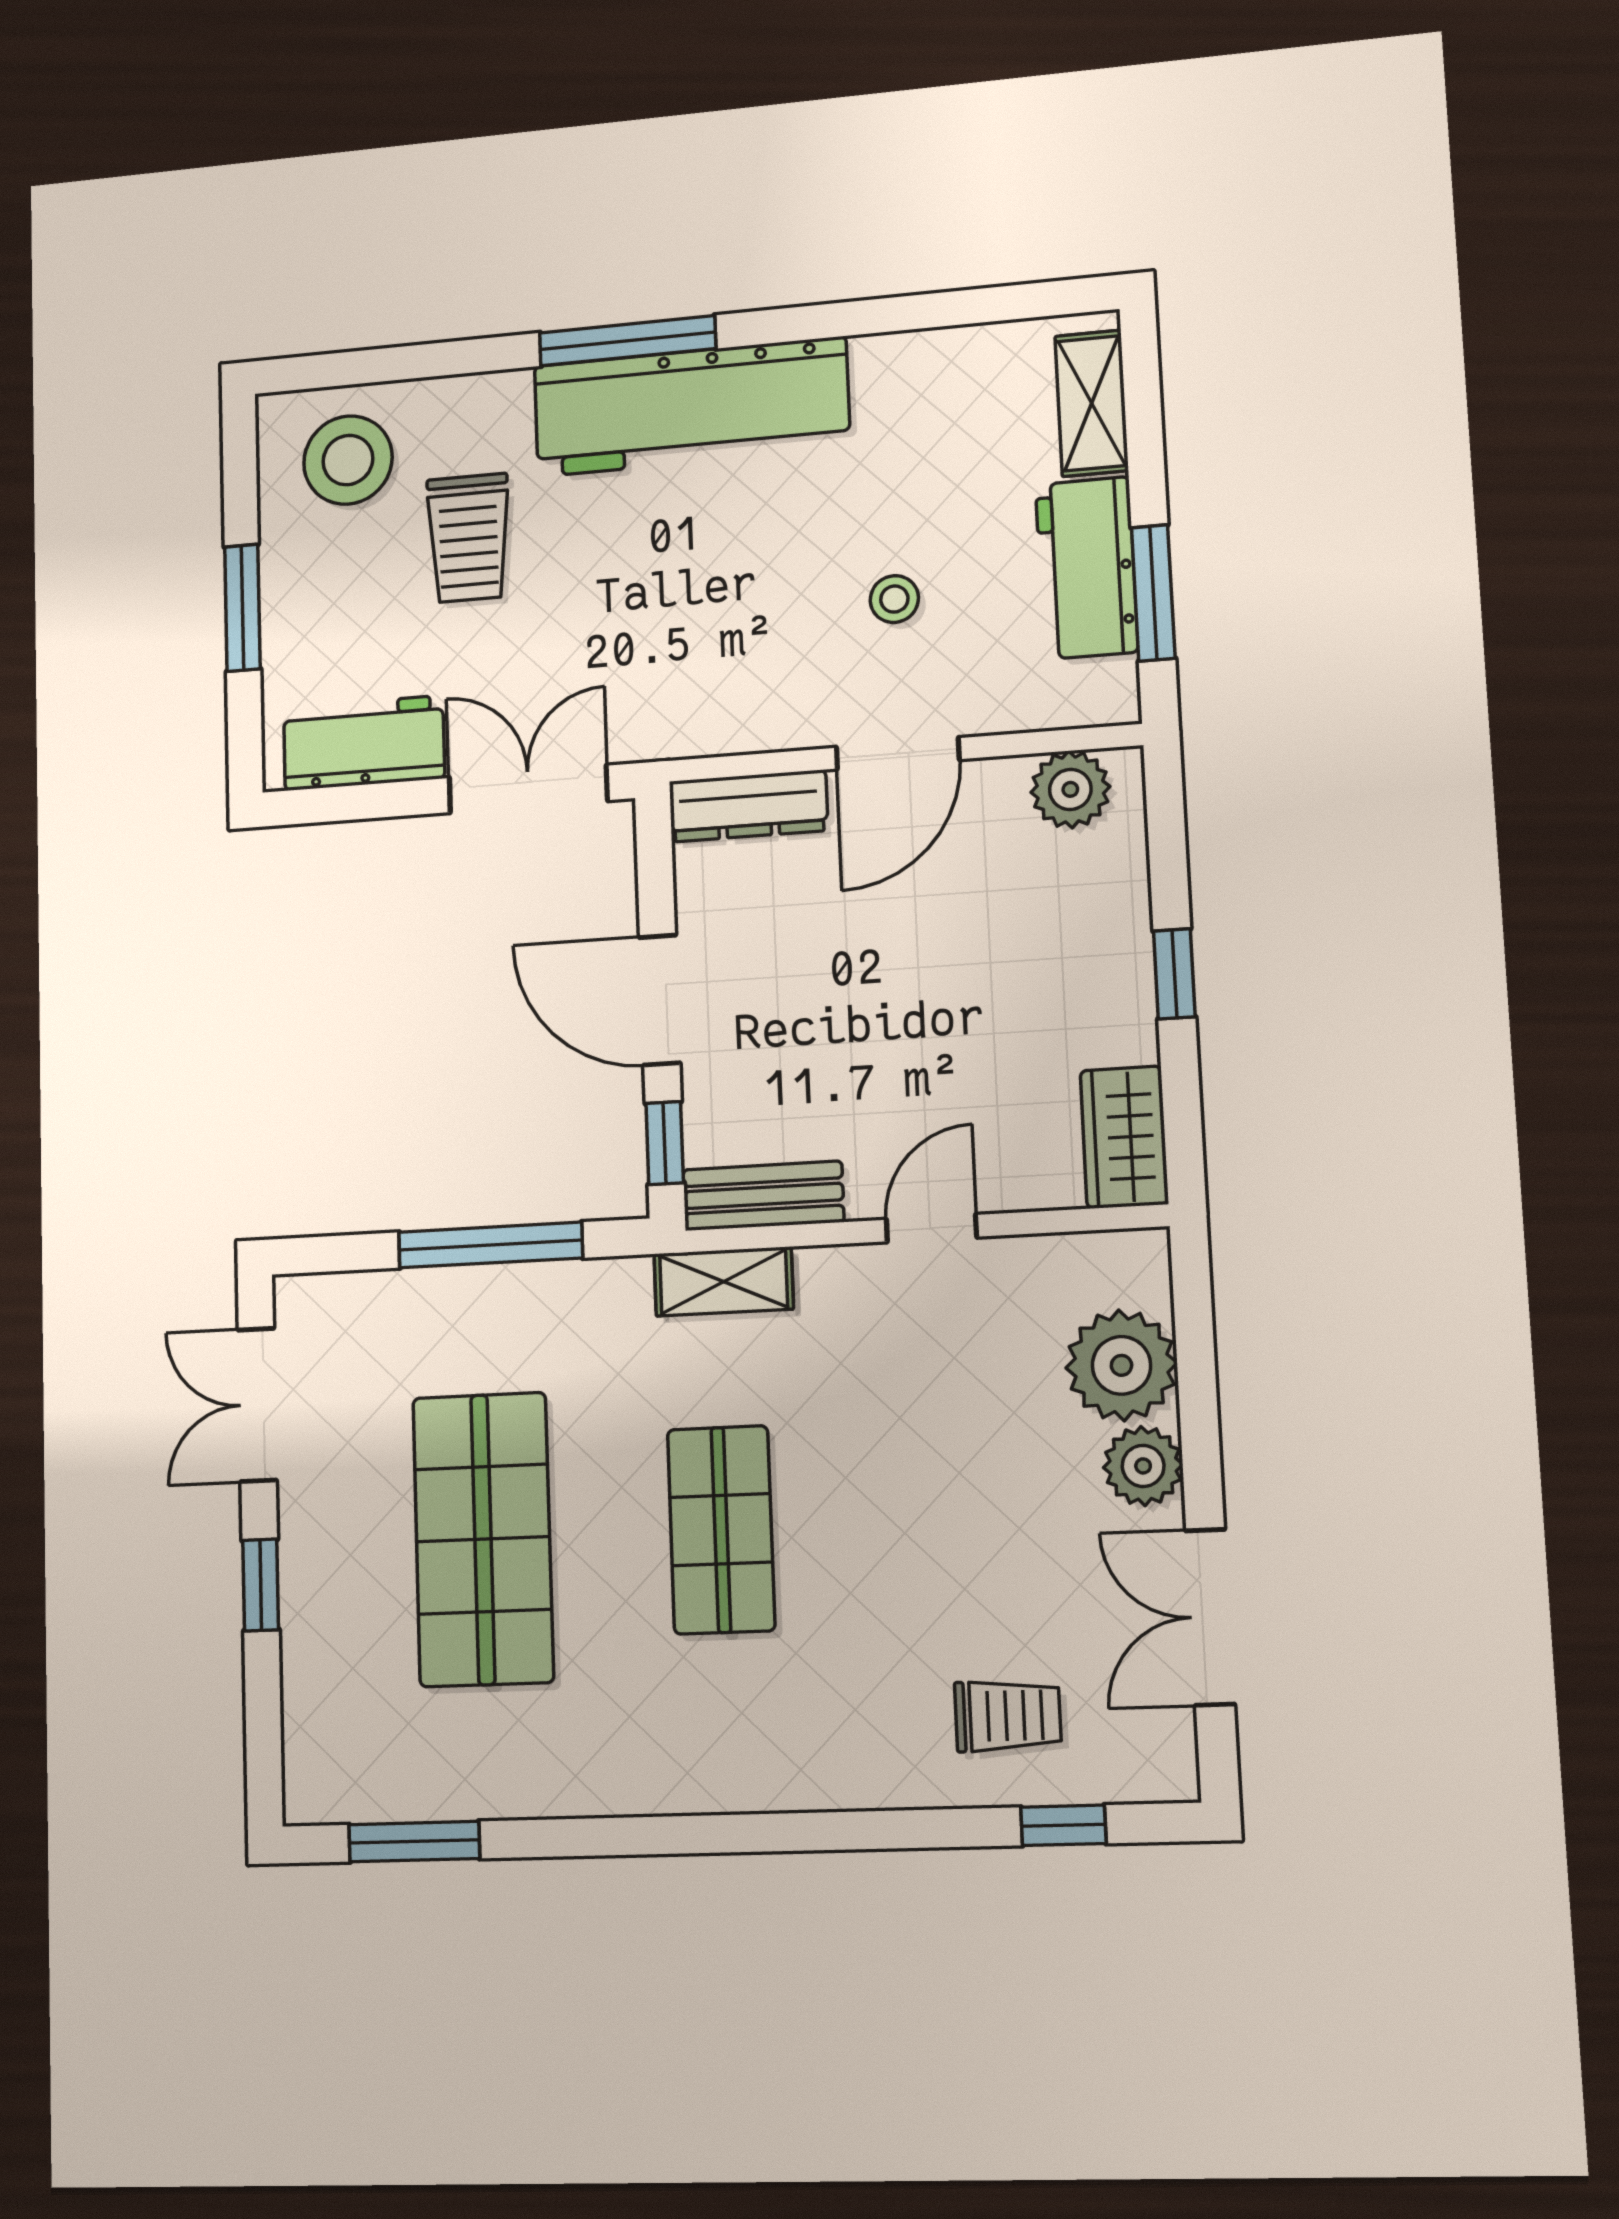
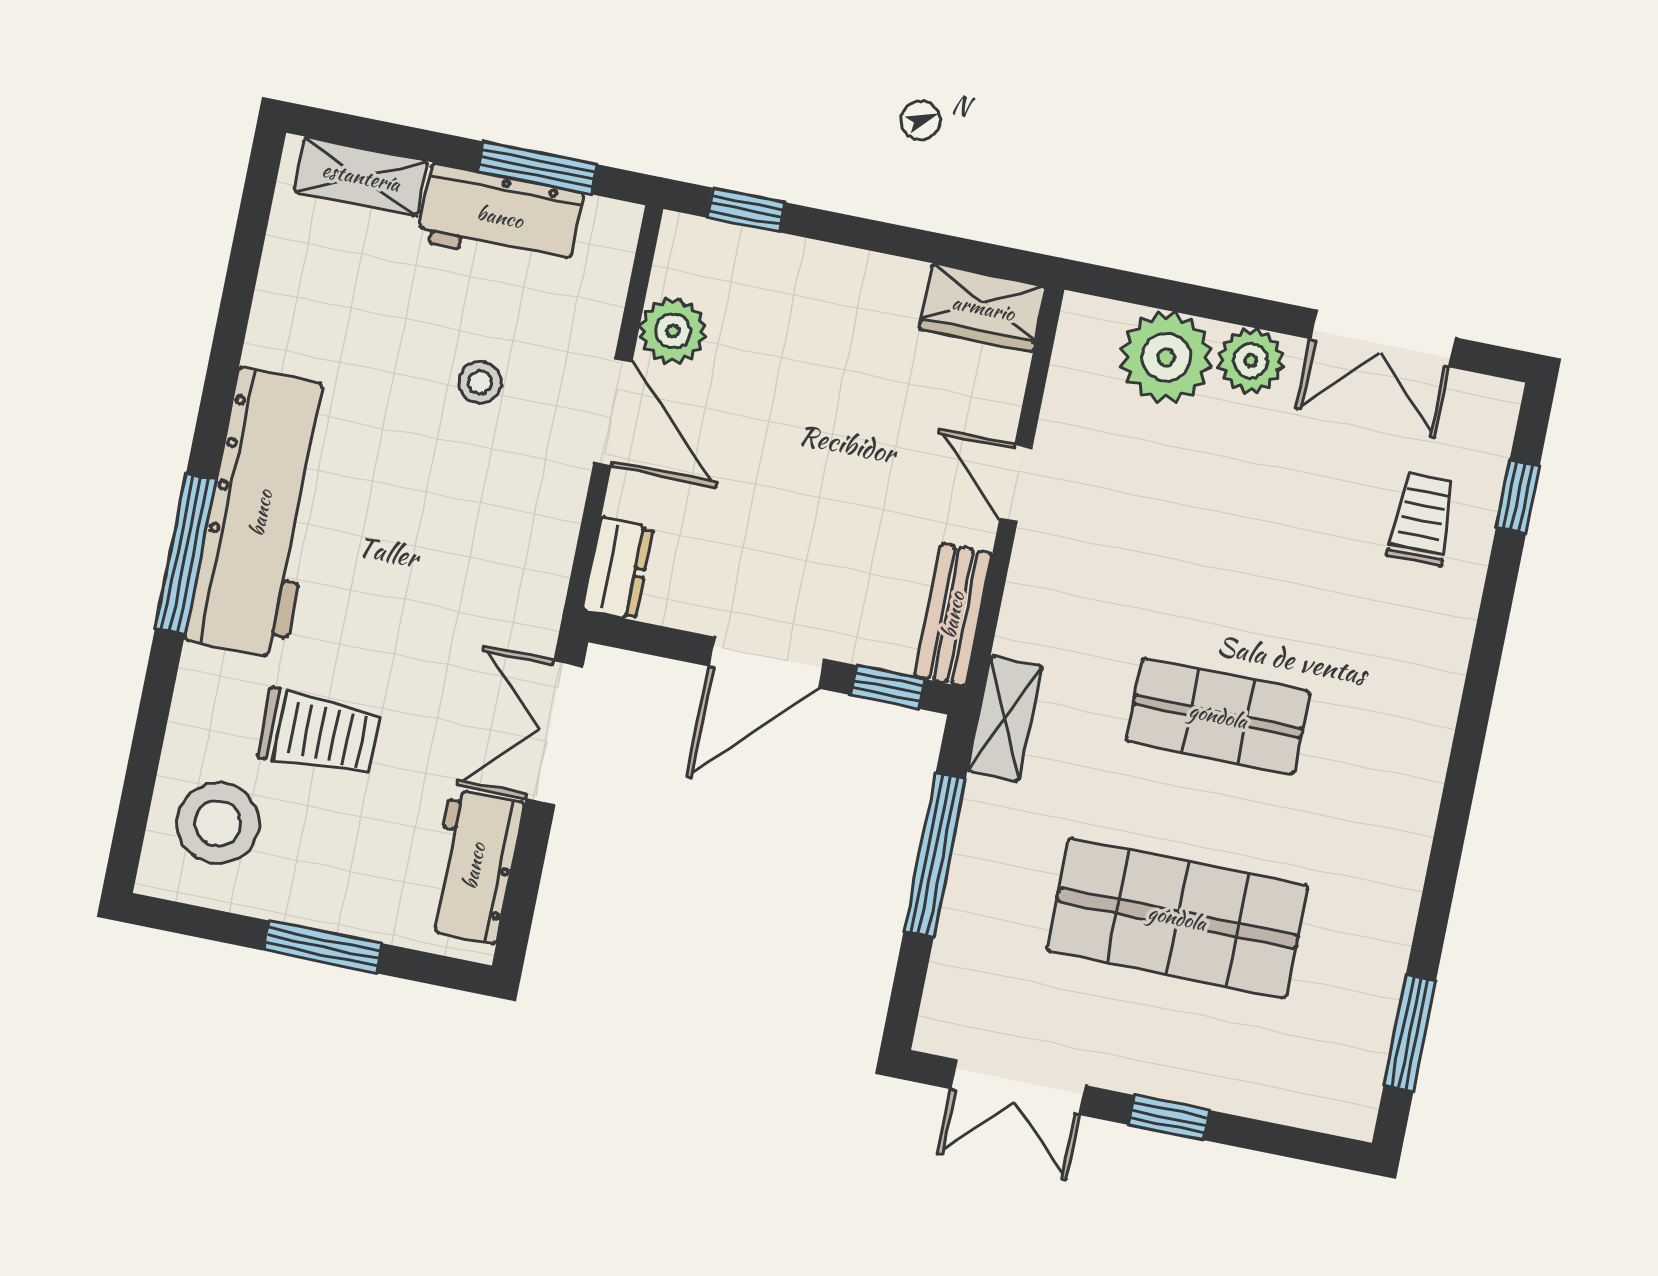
plant: (1070, 789) -> (673, 331), moved
dresser: (748, 806) -> (618, 569), width x0.70
window: (1174, 974) -> (746, 210), moved
shelving: (724, 1281) -> (1005, 718), moved

